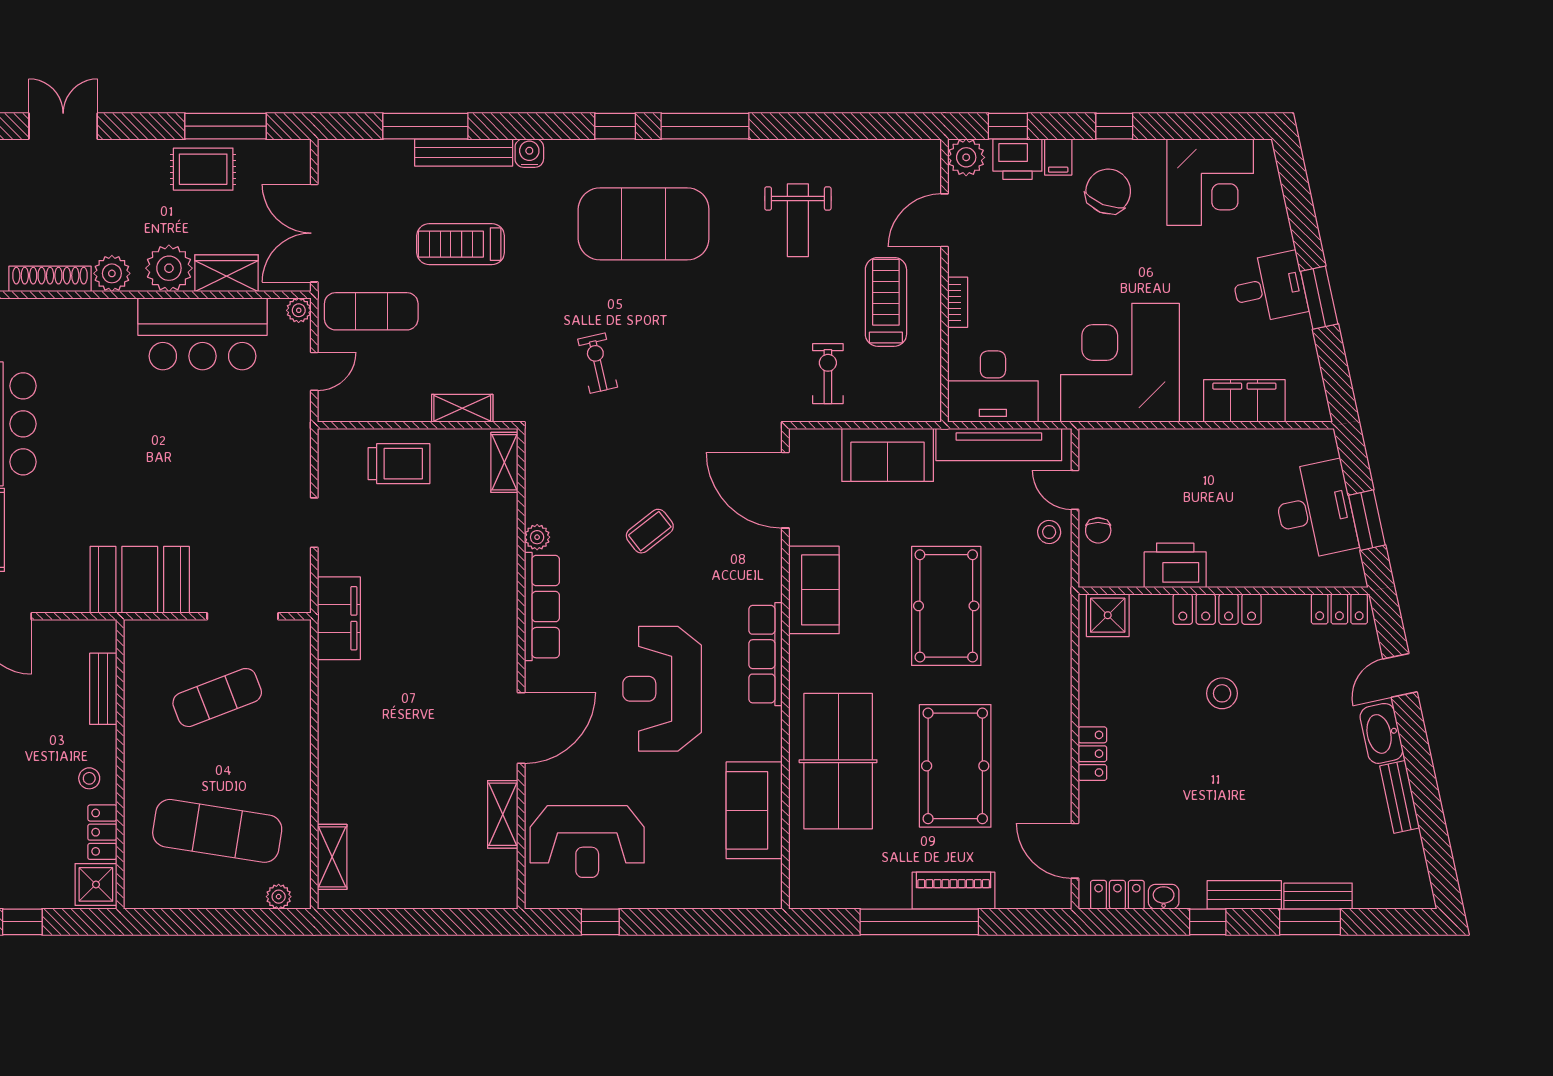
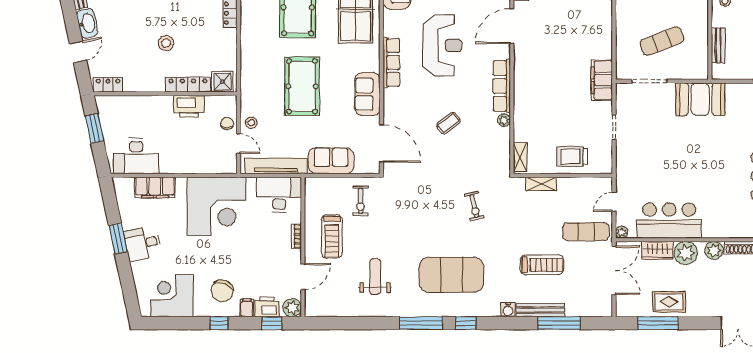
desk: (1315, 510) -> (136, 156), moved, turned -78
locker: (1217, 609) -> (188, 85), moved

